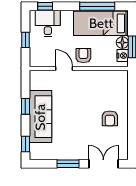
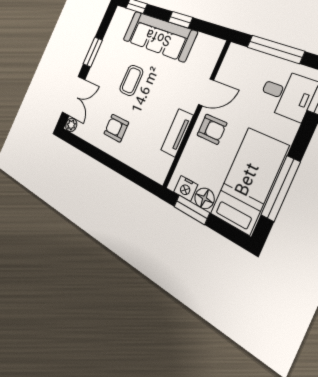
window: (25, 40) -> (275, 49), width x2.17
tv unit: (95, 76) -> (177, 133), added
coffee table: (76, 123) -> (131, 80), added
plant: (123, 155) -> (71, 125), added

